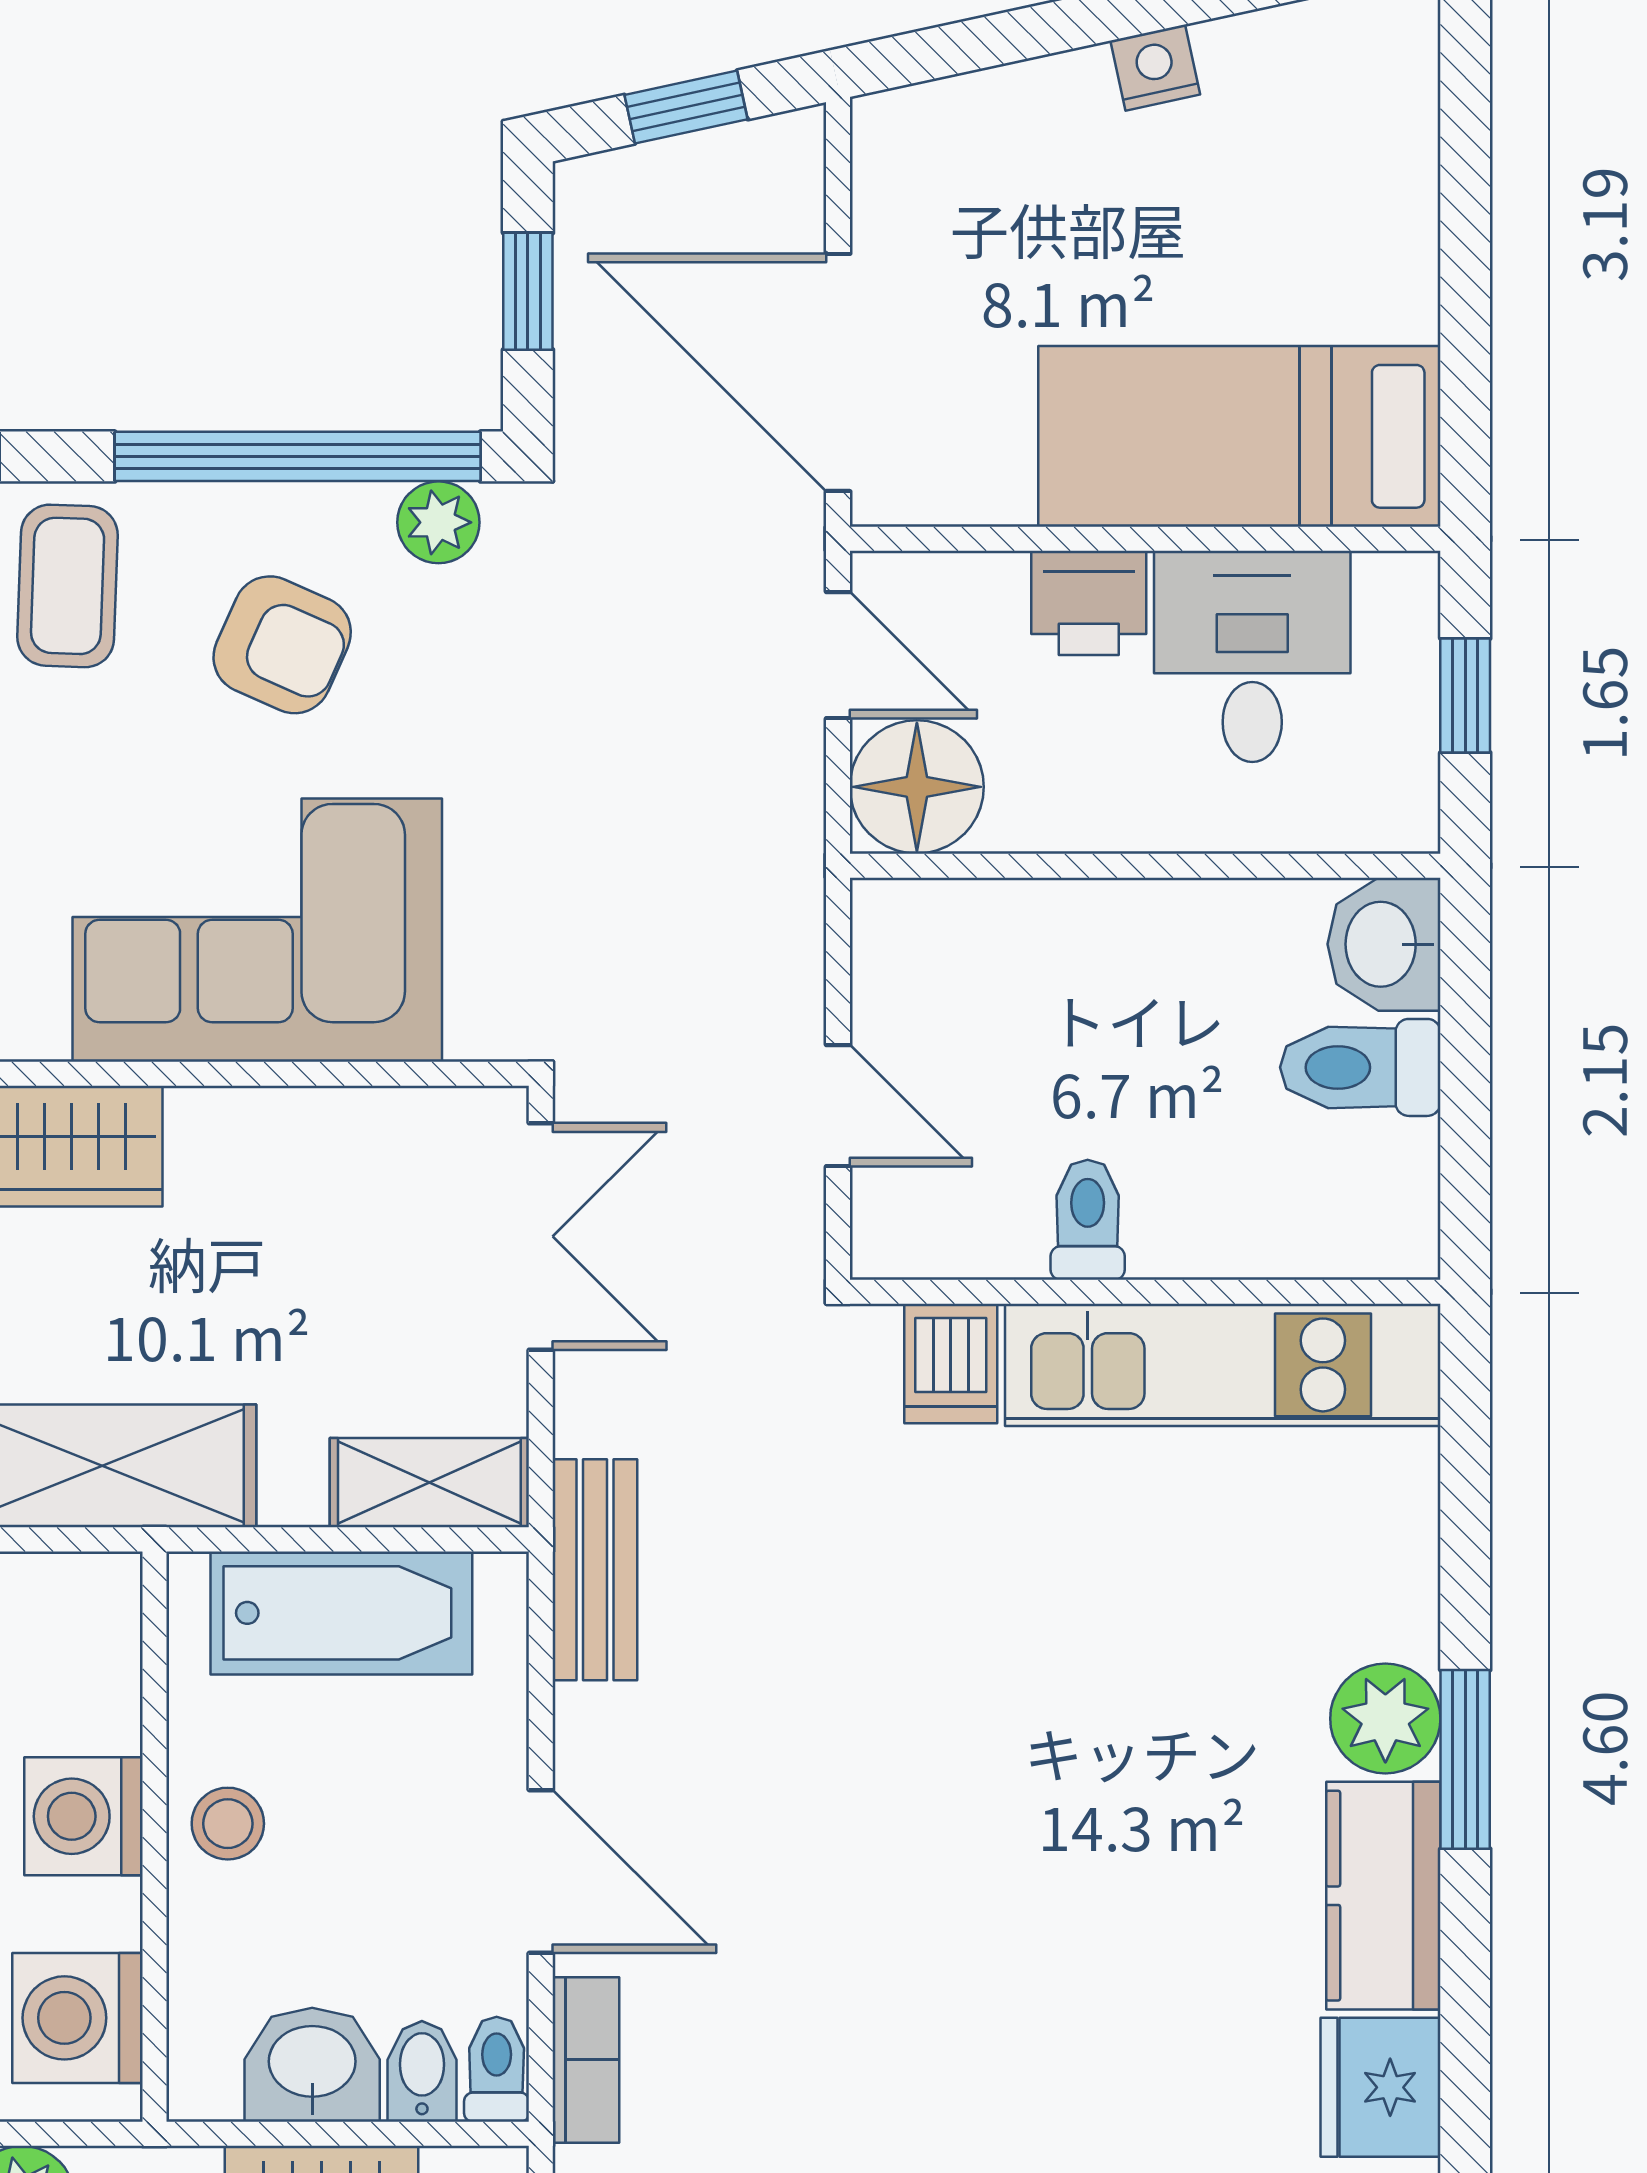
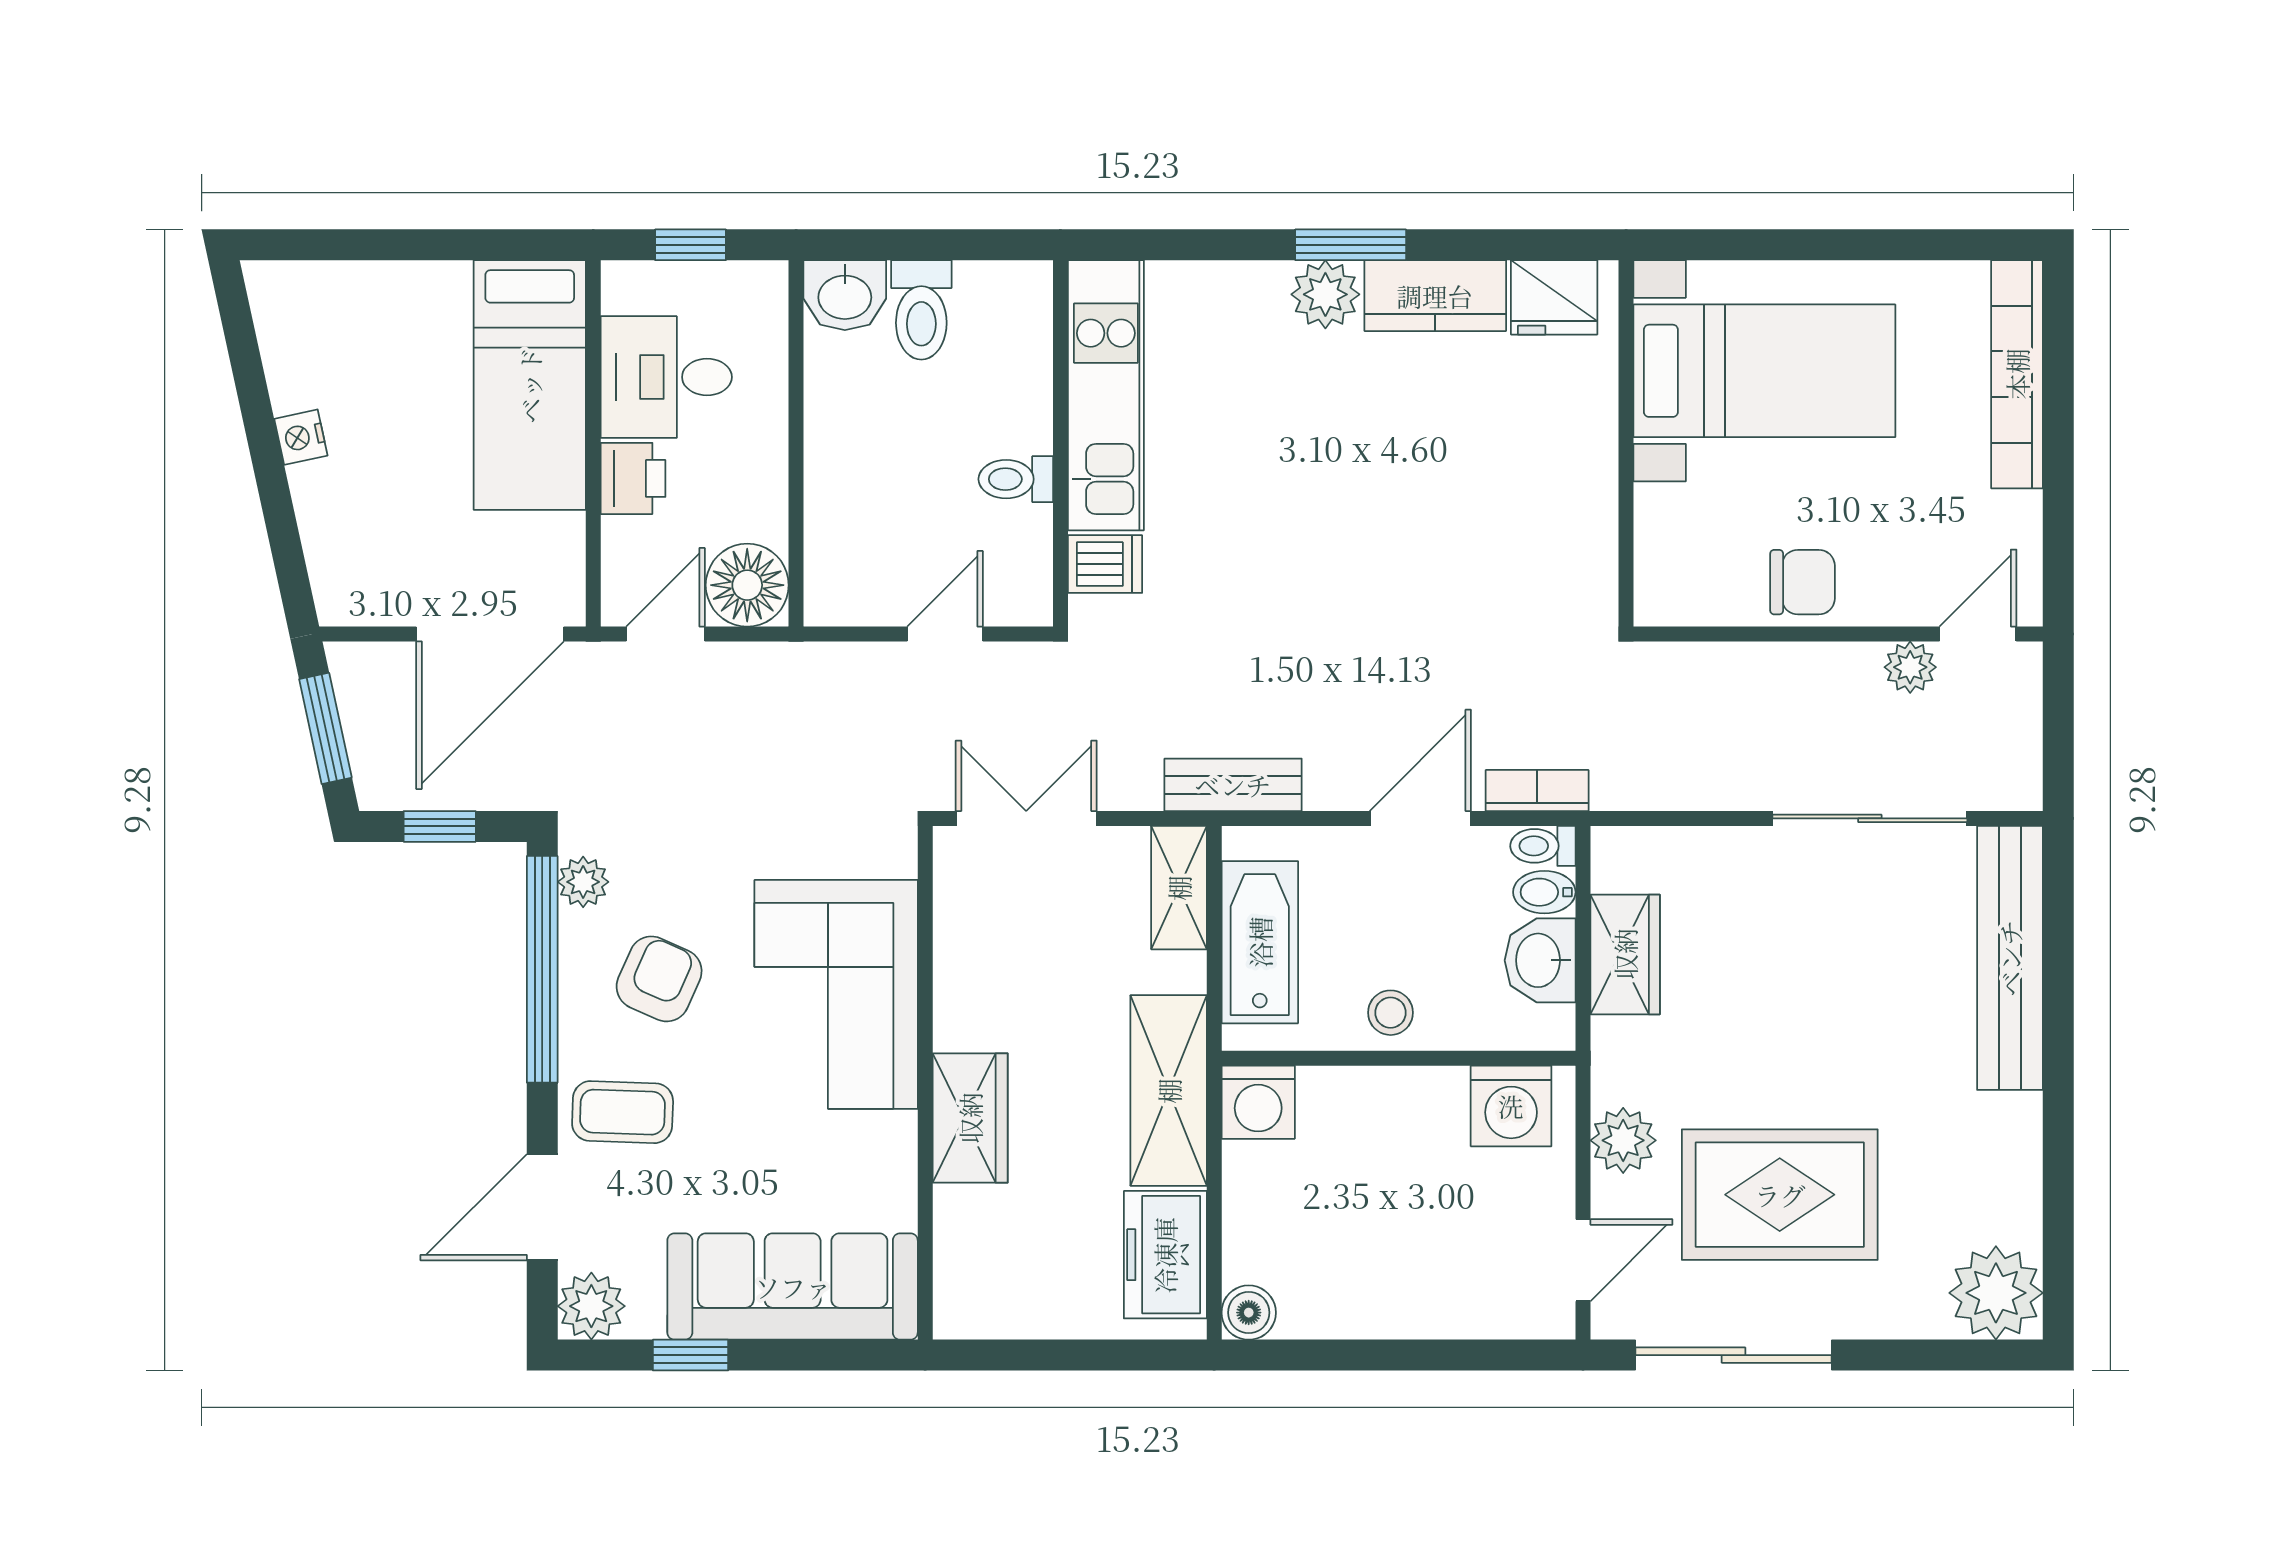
window: (686, 107) -> (325, 728), width x1.50
washing machine: (84, 1816) -> (1258, 1102), moved

